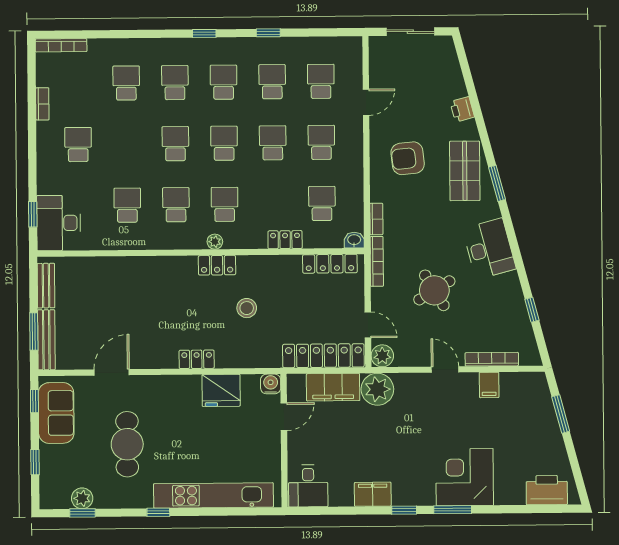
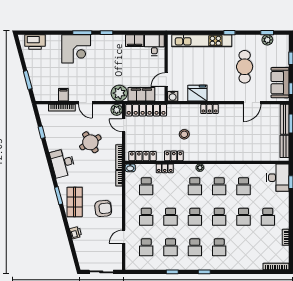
school desk: (126, 83) -> (243, 217), moved
locker: (217, 265) -> (174, 156), moved
filing cabinet: (373, 494) -> (135, 41), moved

